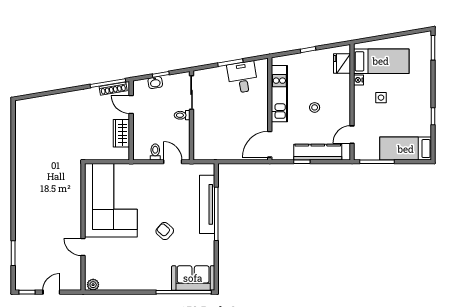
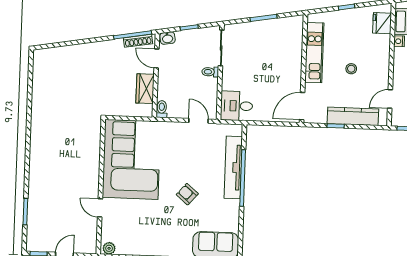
desk: (243, 77) -> (237, 106), moved, turned -80
washbasin: (155, 83) -> (167, 38), moved
toilet: (155, 152) -> (162, 109), moved

